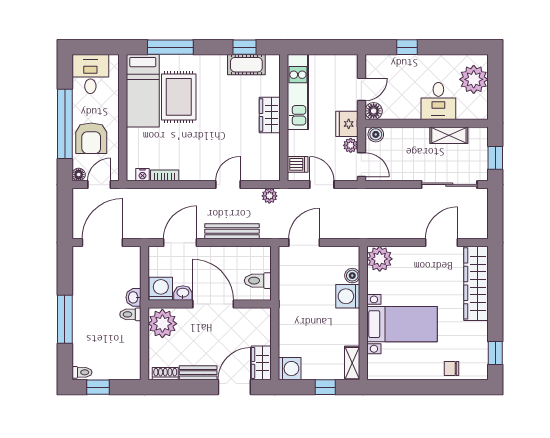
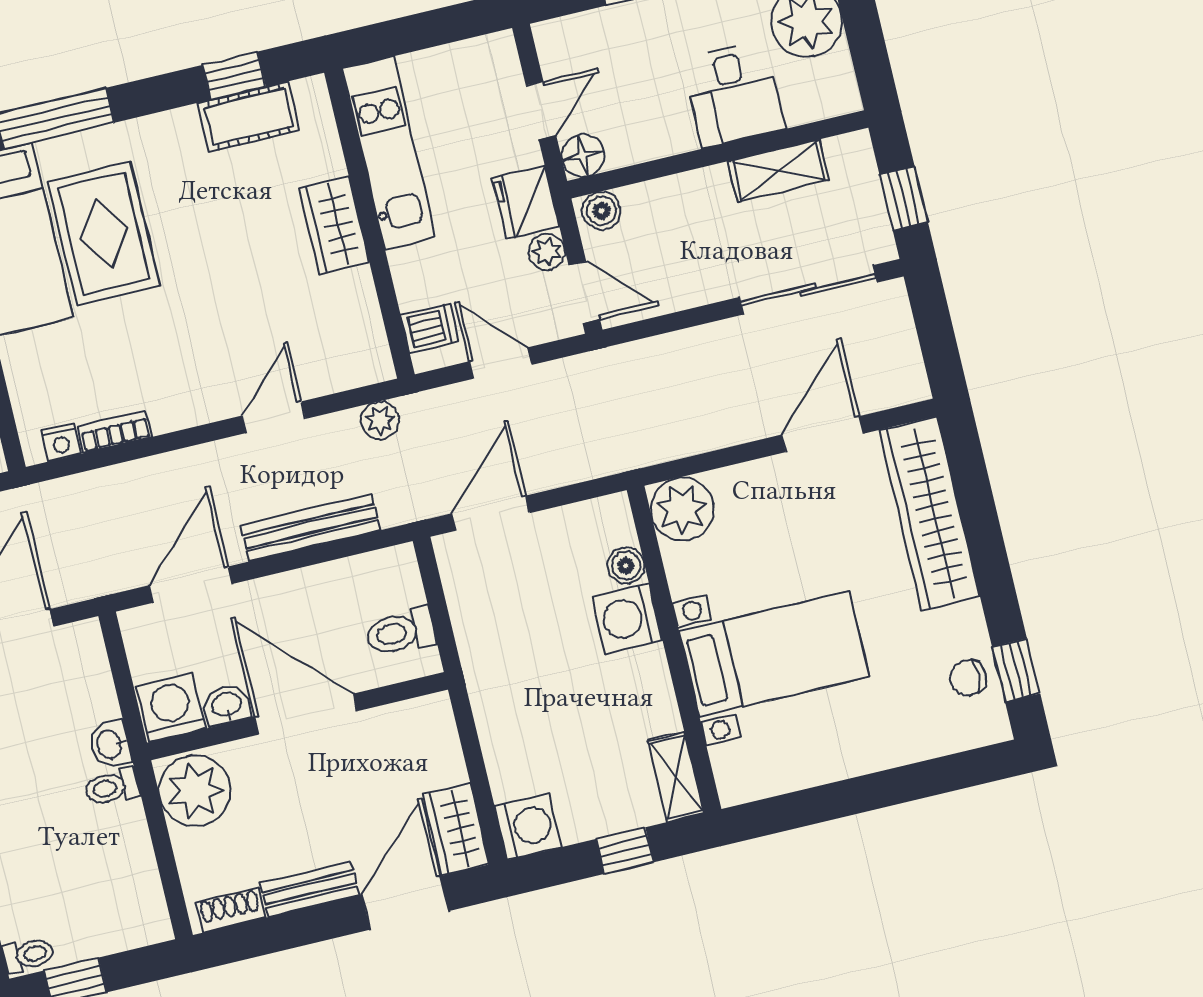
chair: (451, 369) -> (968, 678), moved

